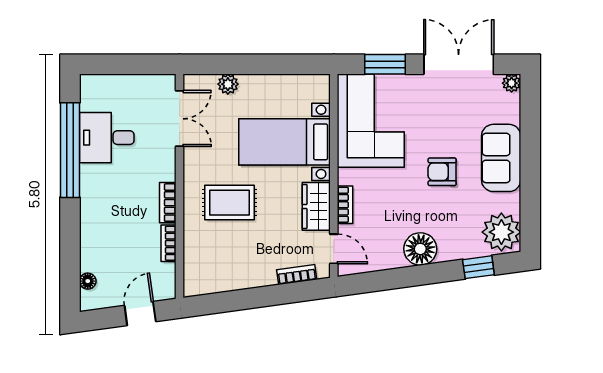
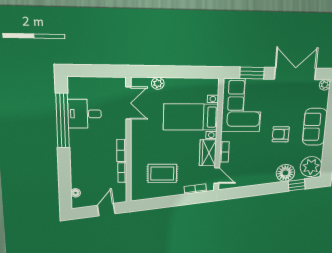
rug: (229, 203) -> (162, 174), moved
floor lamp: (420, 249) -> (285, 173), moved

